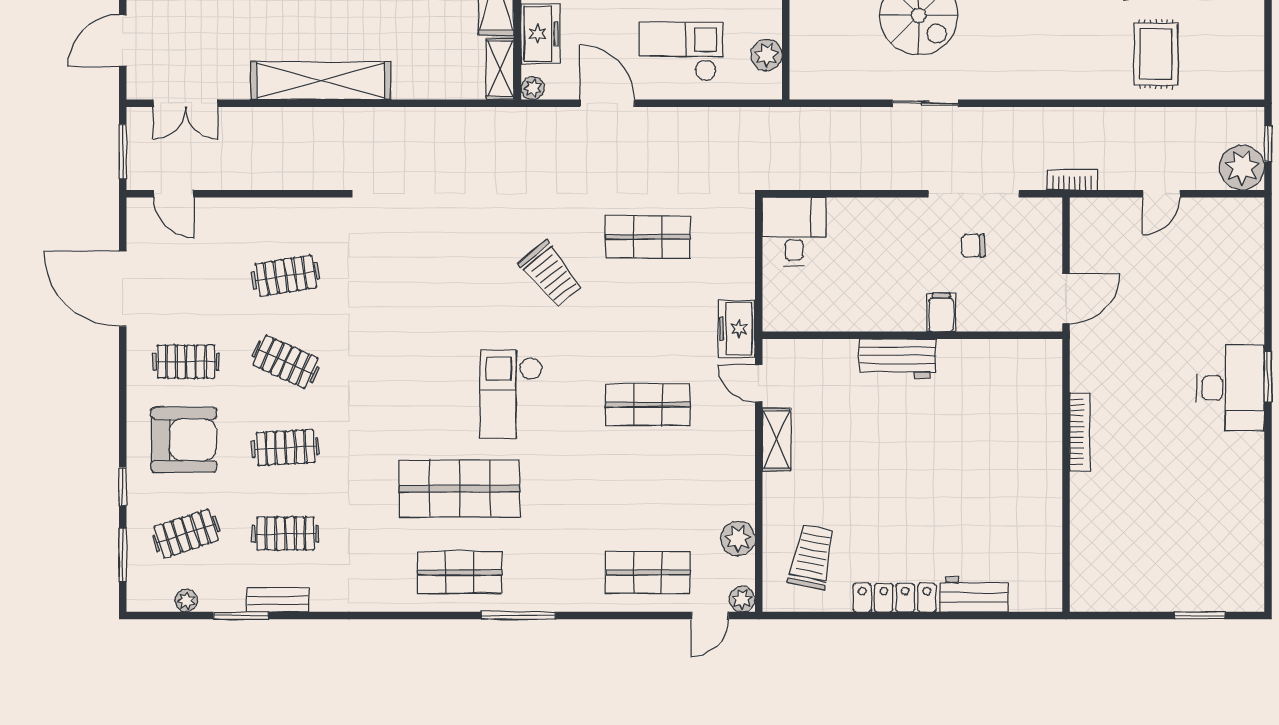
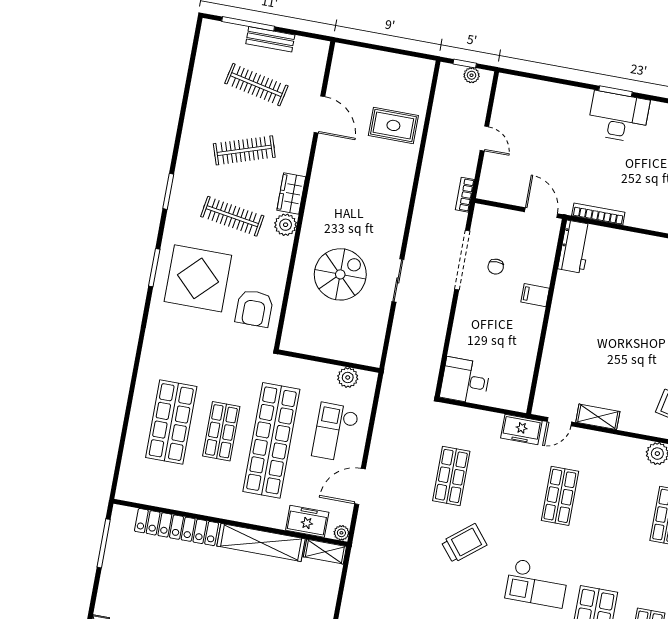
plant: (1242, 167) -> (472, 75), width x0.53, depth x0.53
workbench: (898, 359) -> (575, 247), moved
bookcase: (1080, 432) -> (598, 214), moved

